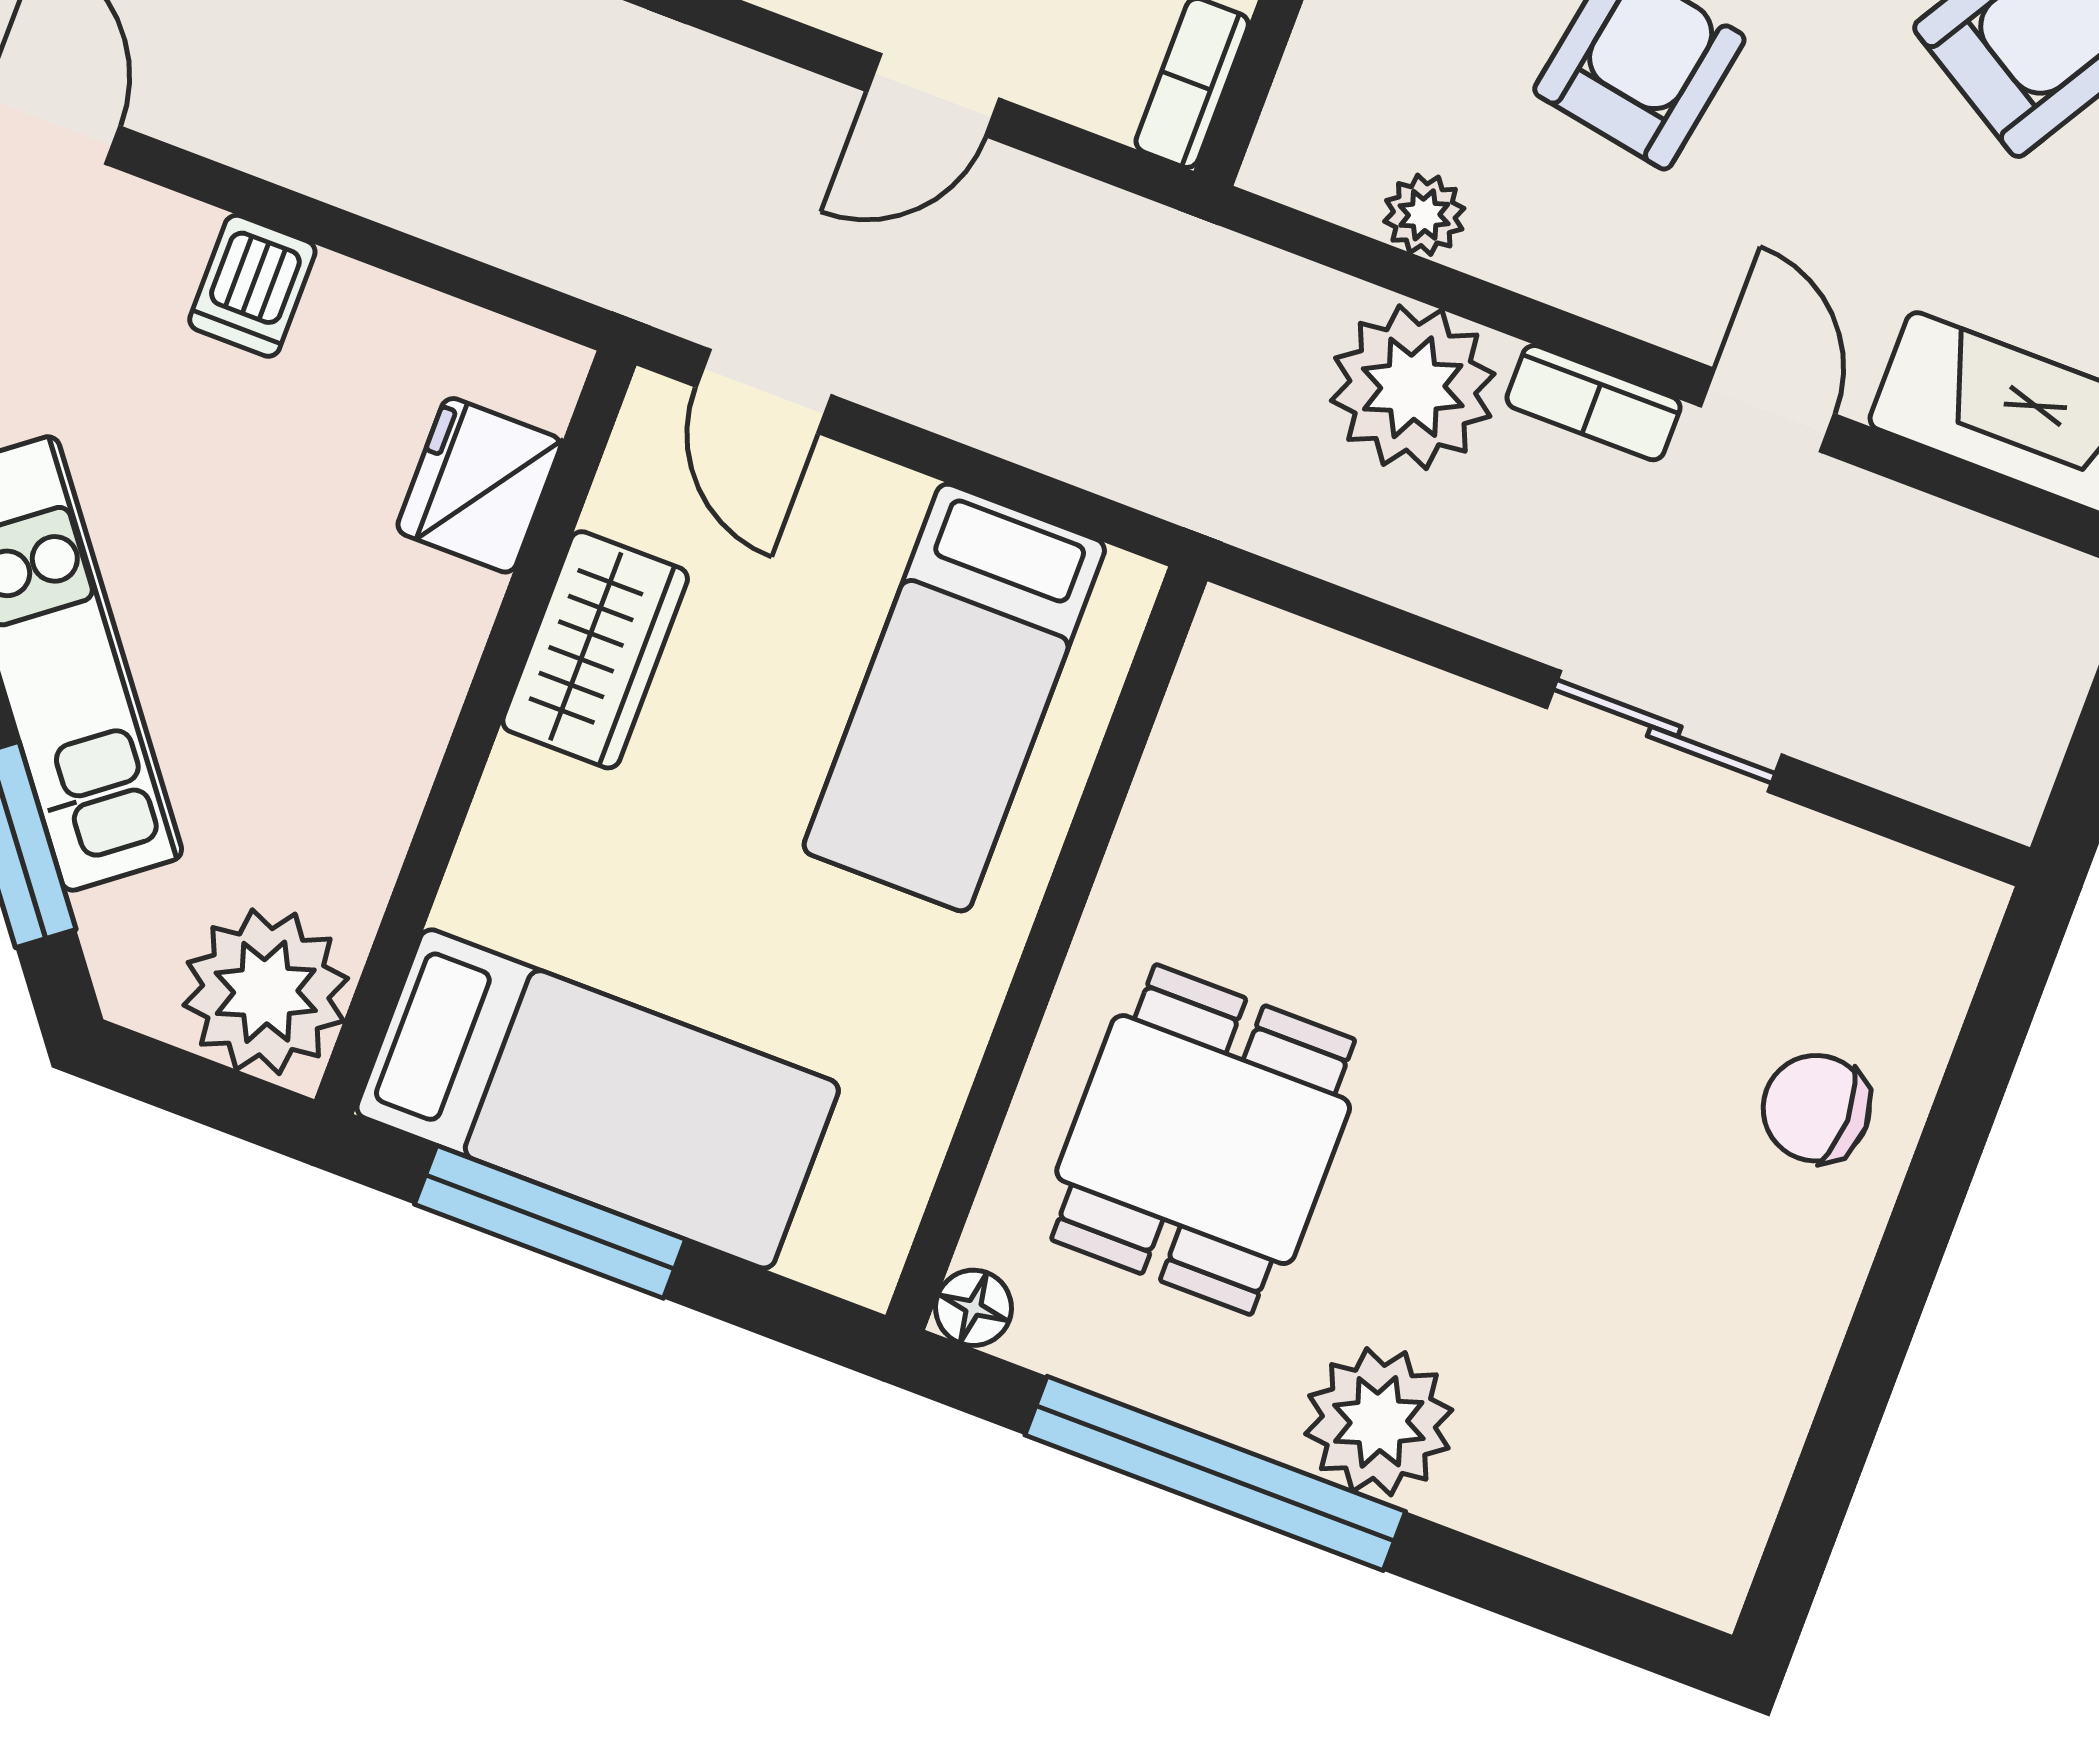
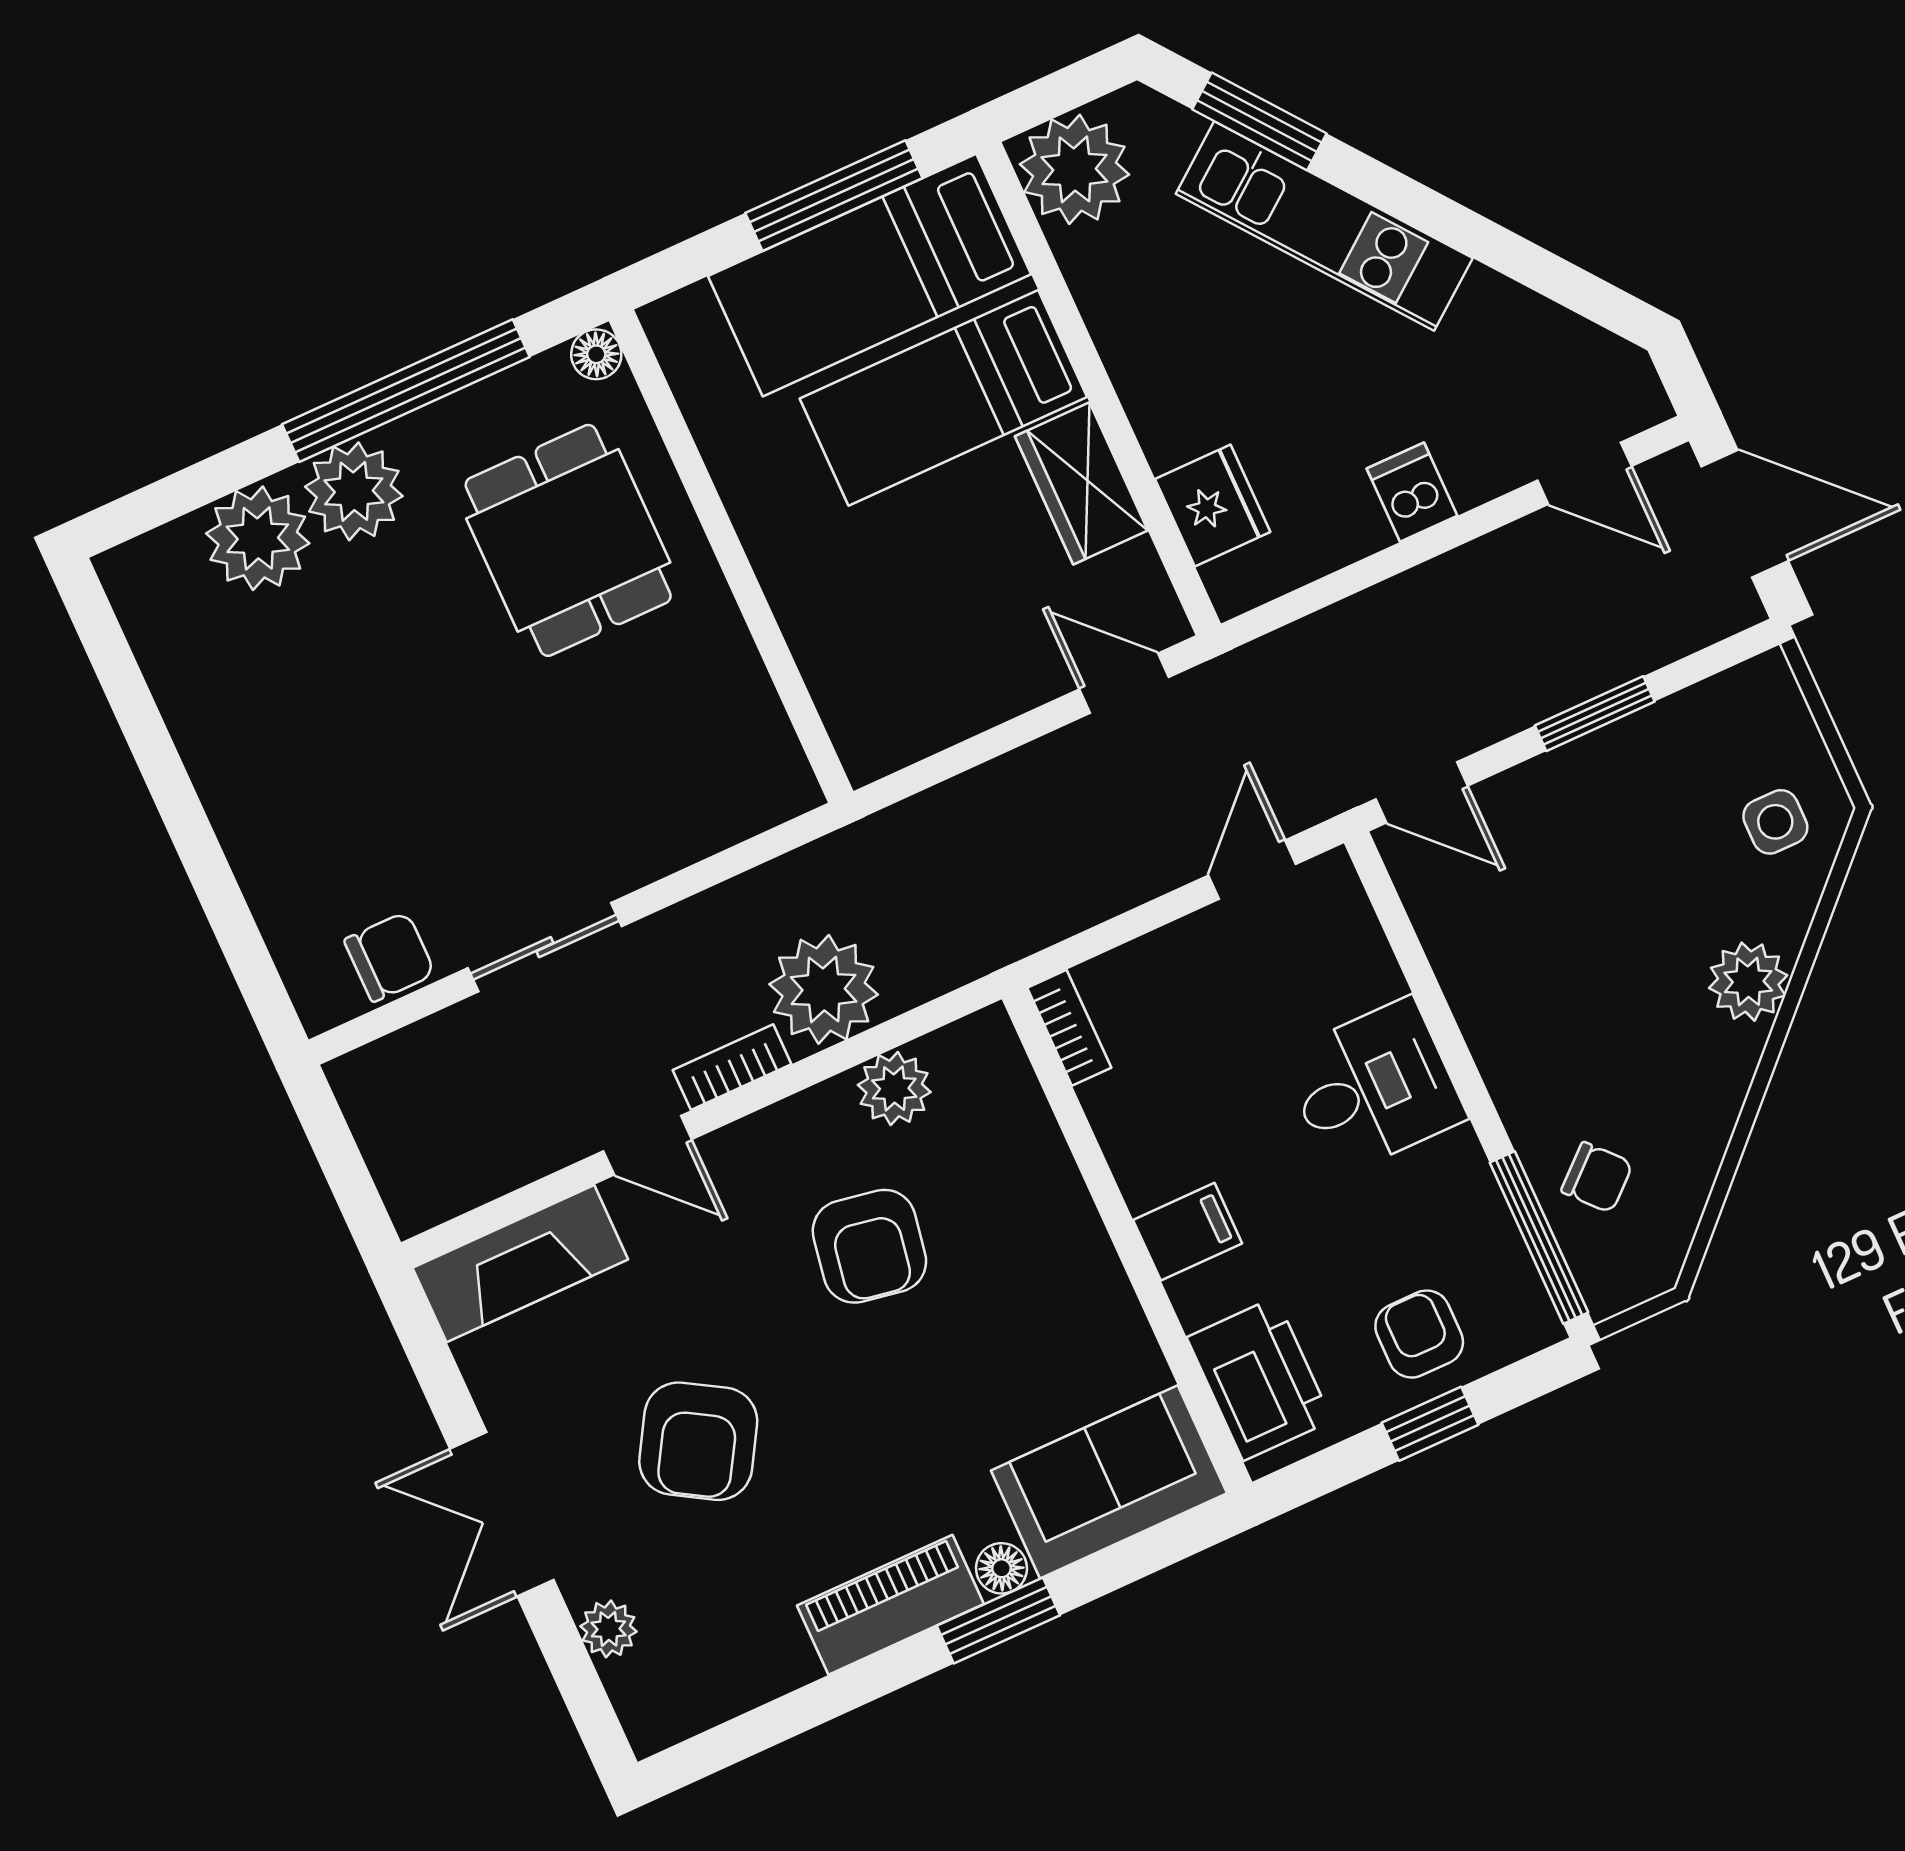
door: (933, 95) -> (1252, 870), moved
plant: (1424, 215) -> (894, 1089), width x1.38, depth x1.38
bed: (954, 697) -> (943, 398), moved, turned -90
chair: (1816, 1108) -> (390, 957), moved
plant: (1532, 1475) -> (258, 538), added

